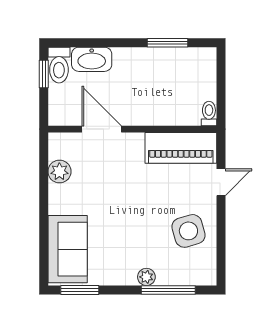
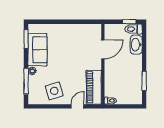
plant: (59, 171) -> (83, 29), removed
door: (221, 182) -> (77, 106), swing flipped
sofa: (68, 249) -> (37, 50), moved, turned -90

